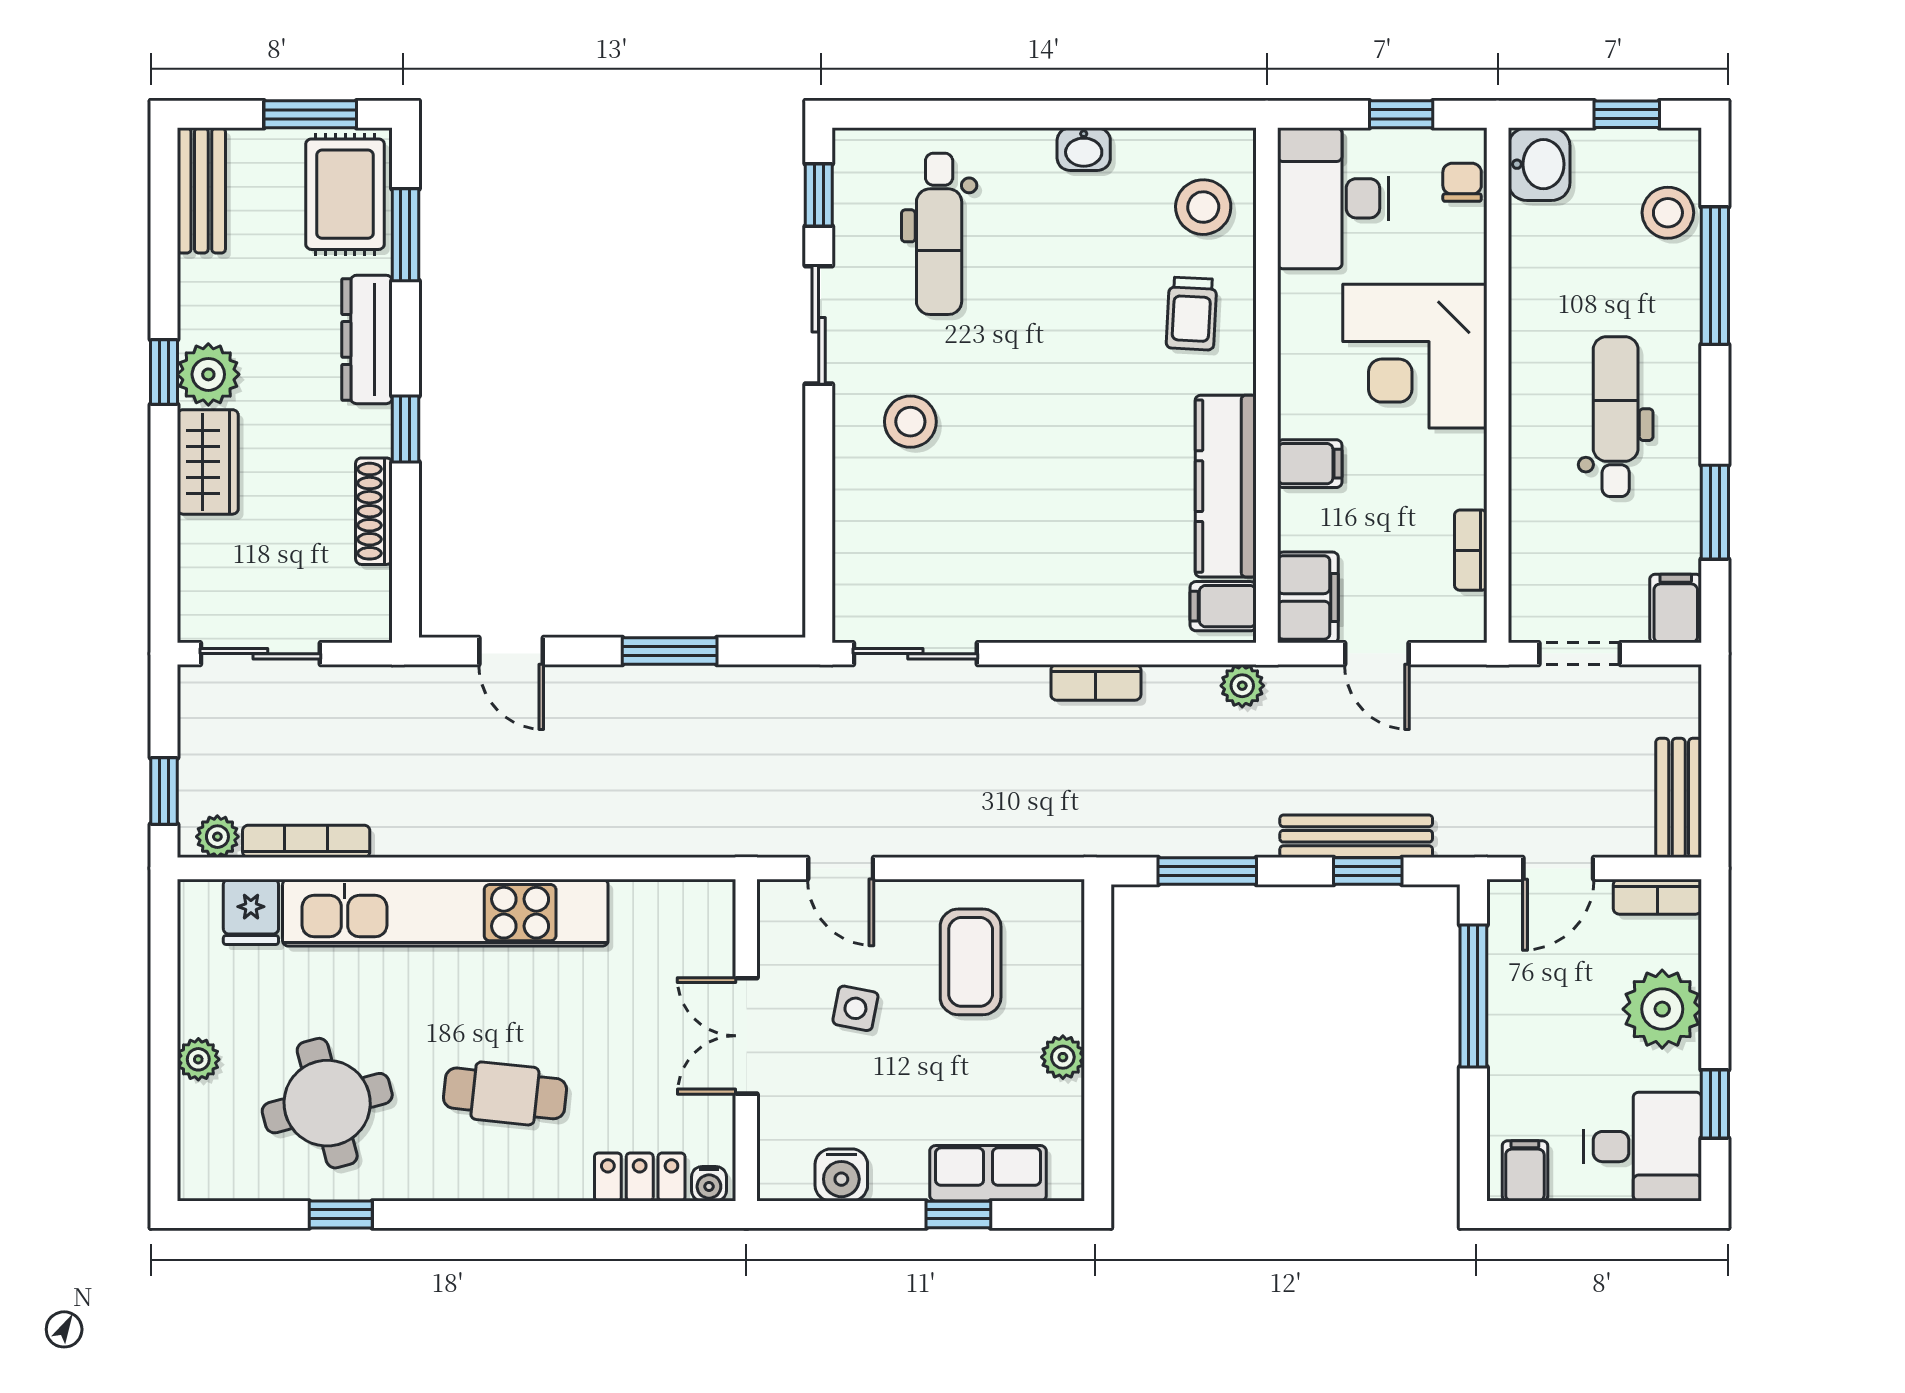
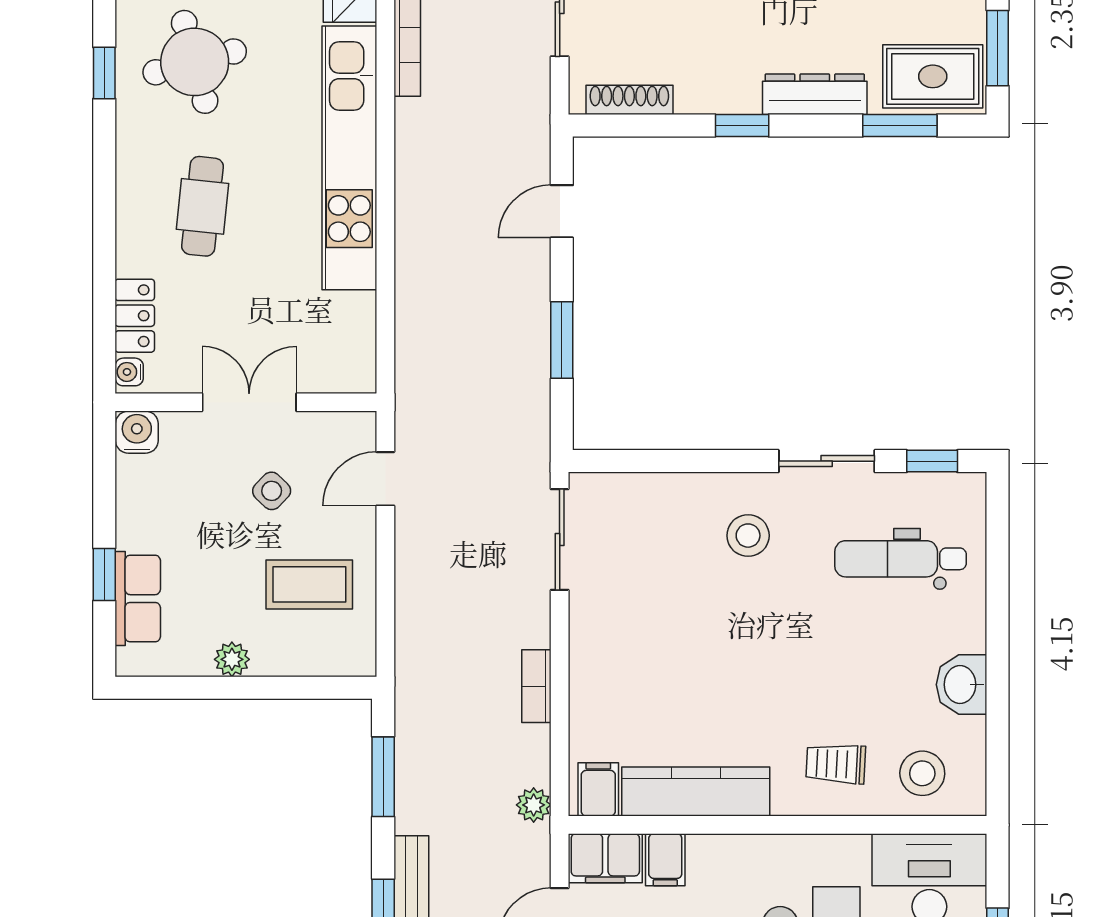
washbasin: (1084, 149) -> (962, 685), width x1.38, depth x1.45
filing cabinet: (1310, 464) -> (665, 860), moved
shoe rack: (374, 511) -> (629, 100), moved
side table: (855, 1008) -> (272, 491), turned 33
water cooler: (841, 1175) -> (137, 432), moved, turned 90

